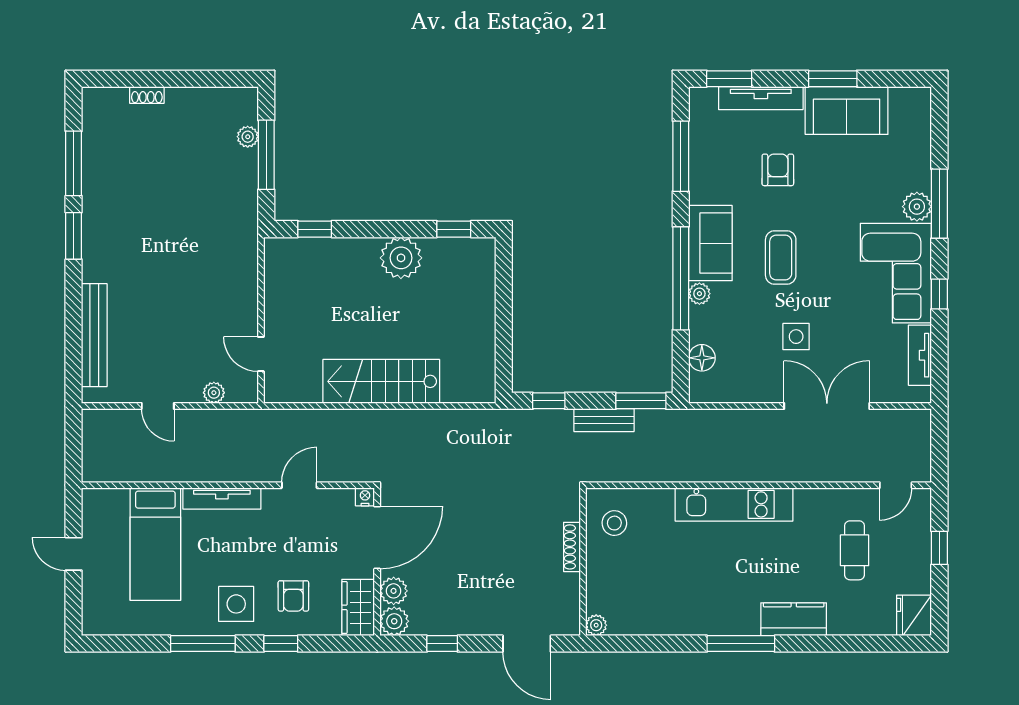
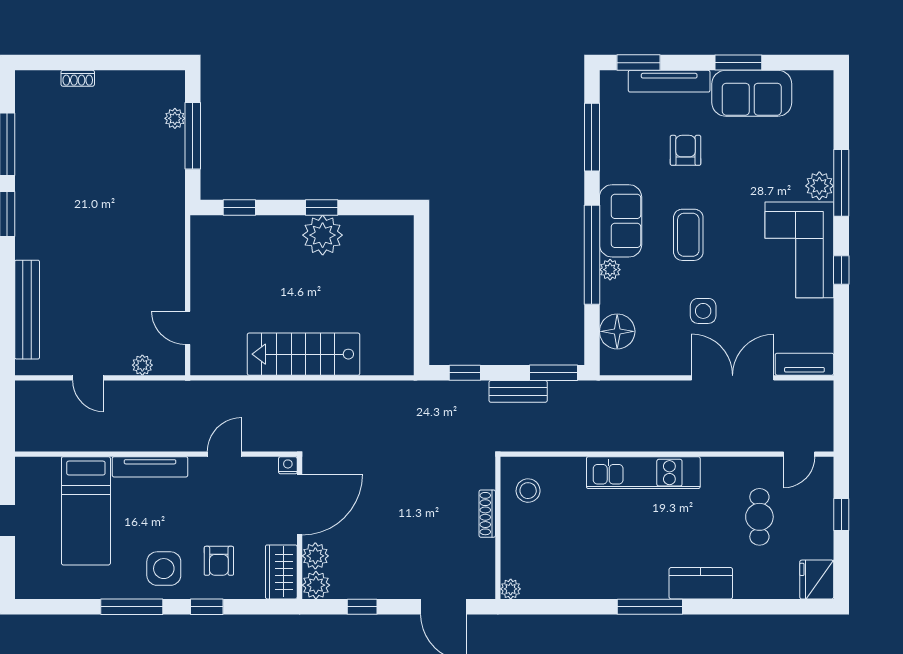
window: (454, 229) -> (322, 207), moved
tv unit: (920, 355) -> (804, 364), moved, turned 90
floor lamp: (702, 358) -> (617, 331), width x1.38, depth x1.38

